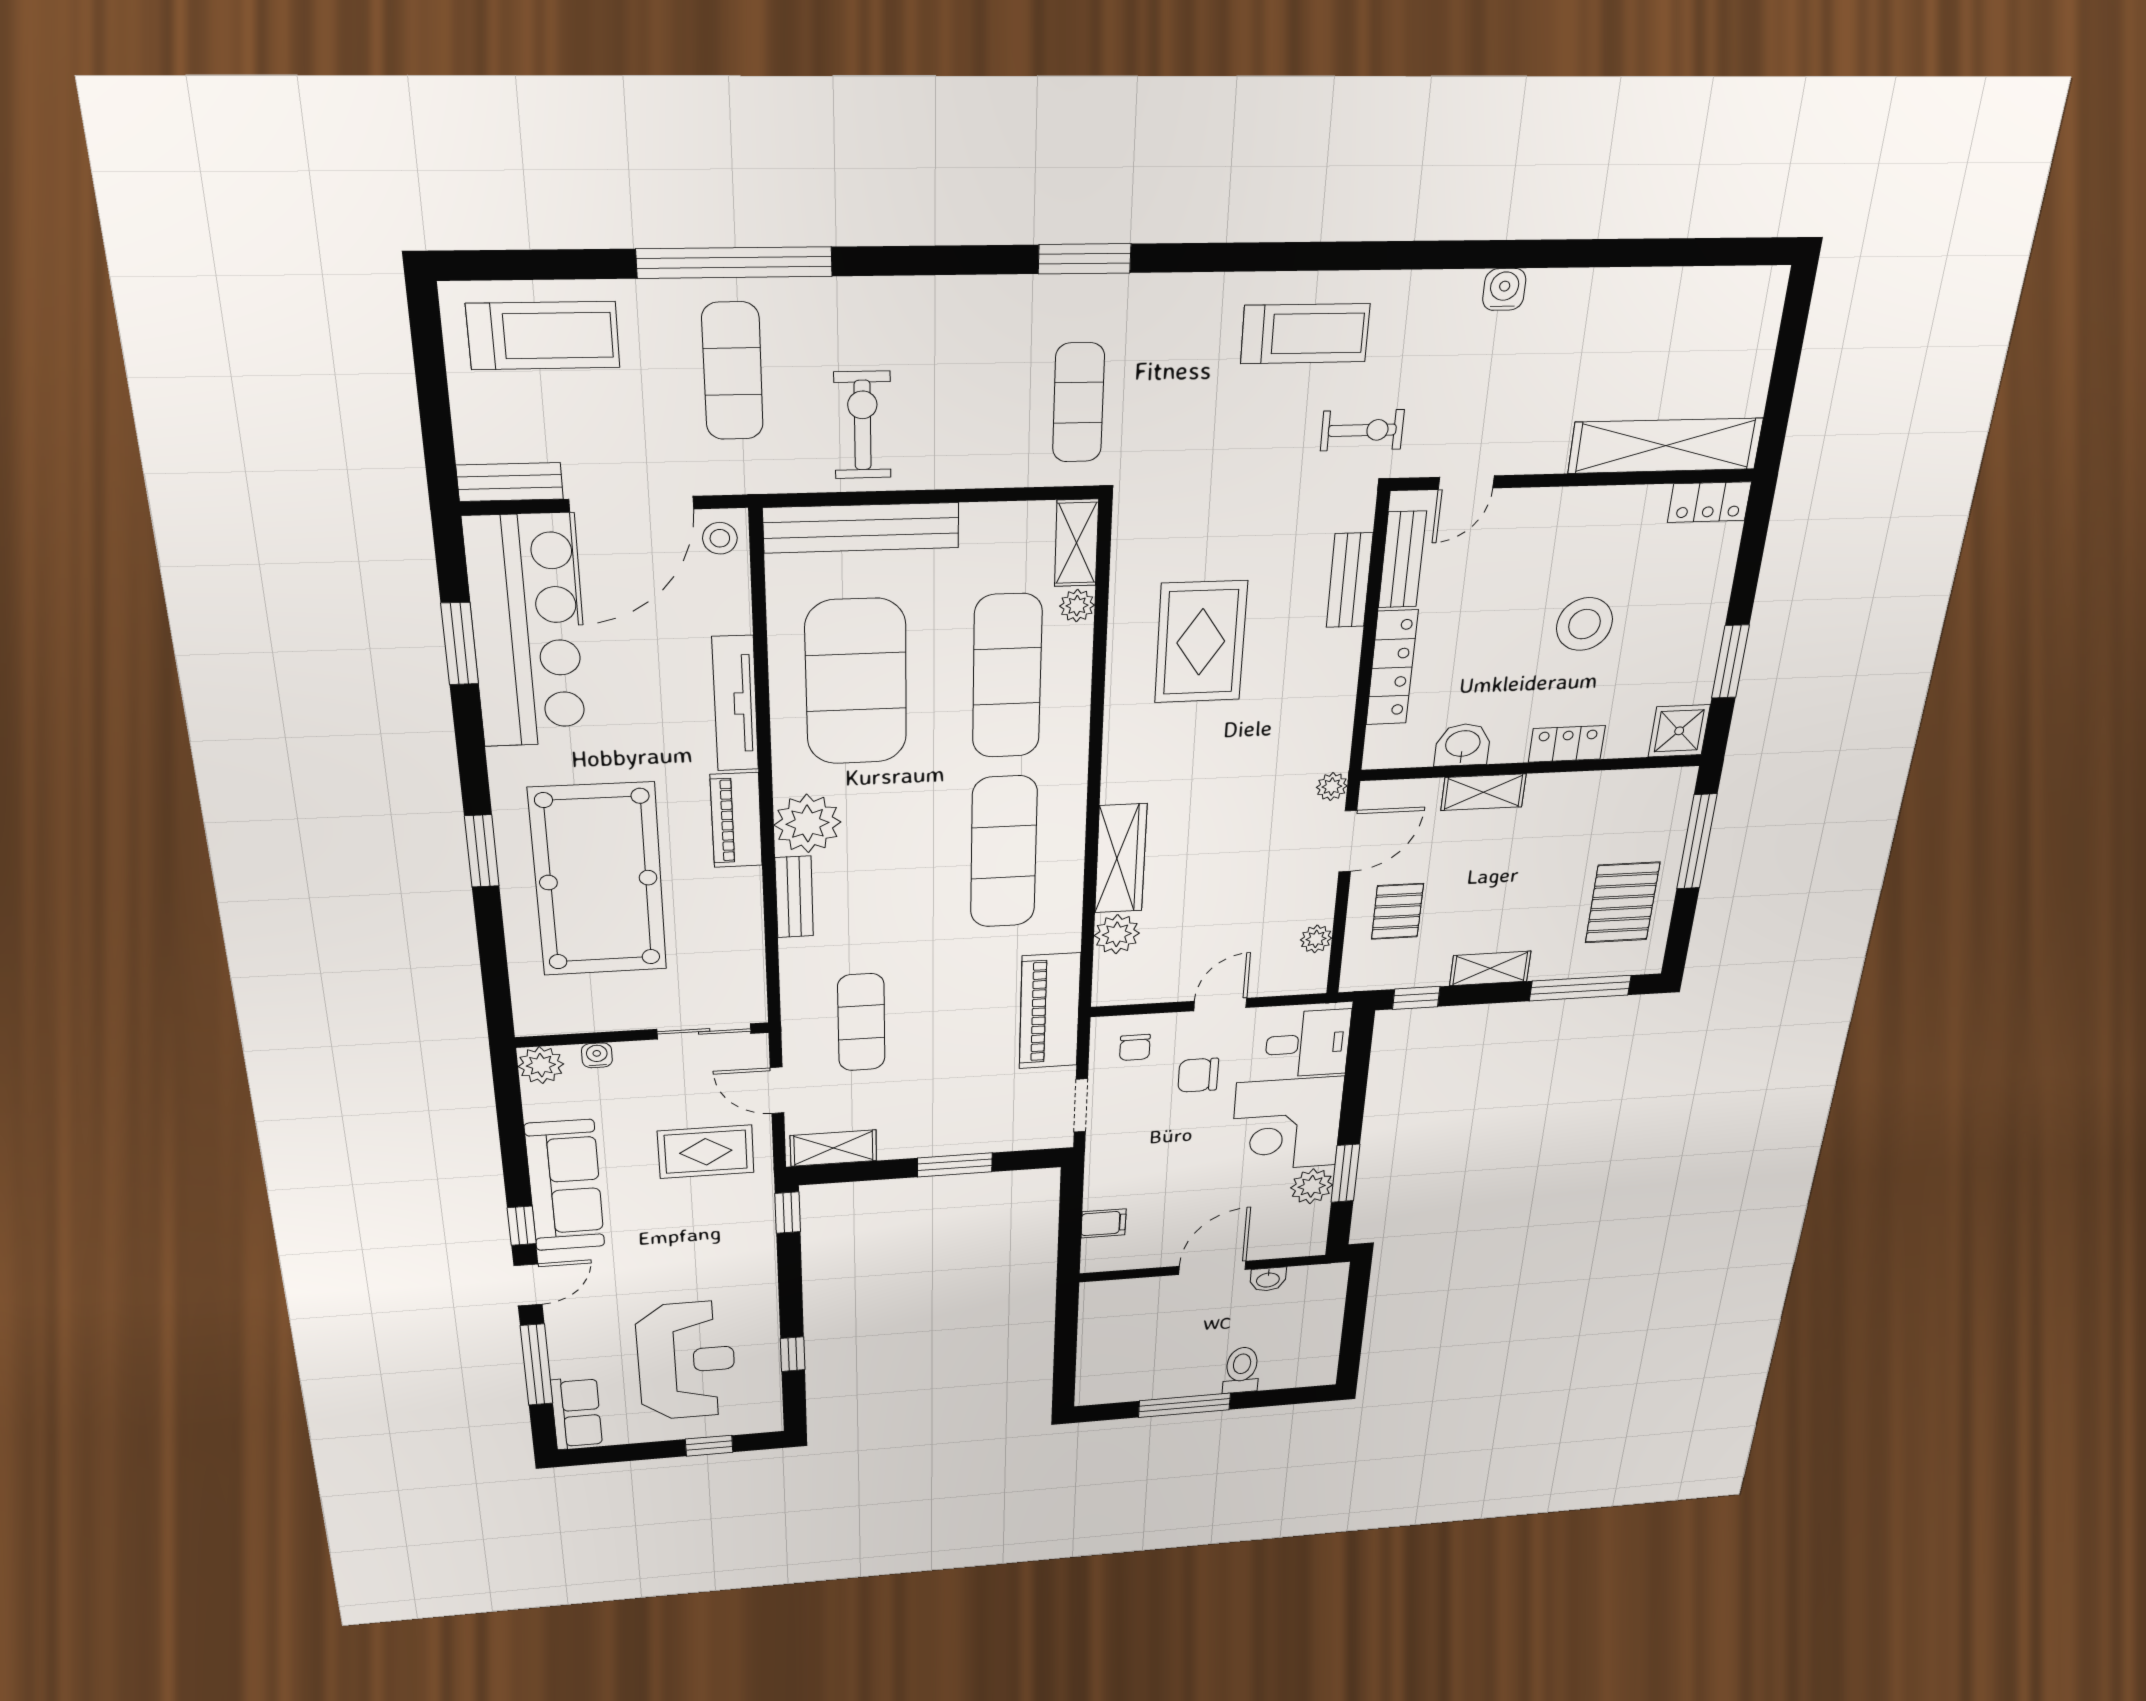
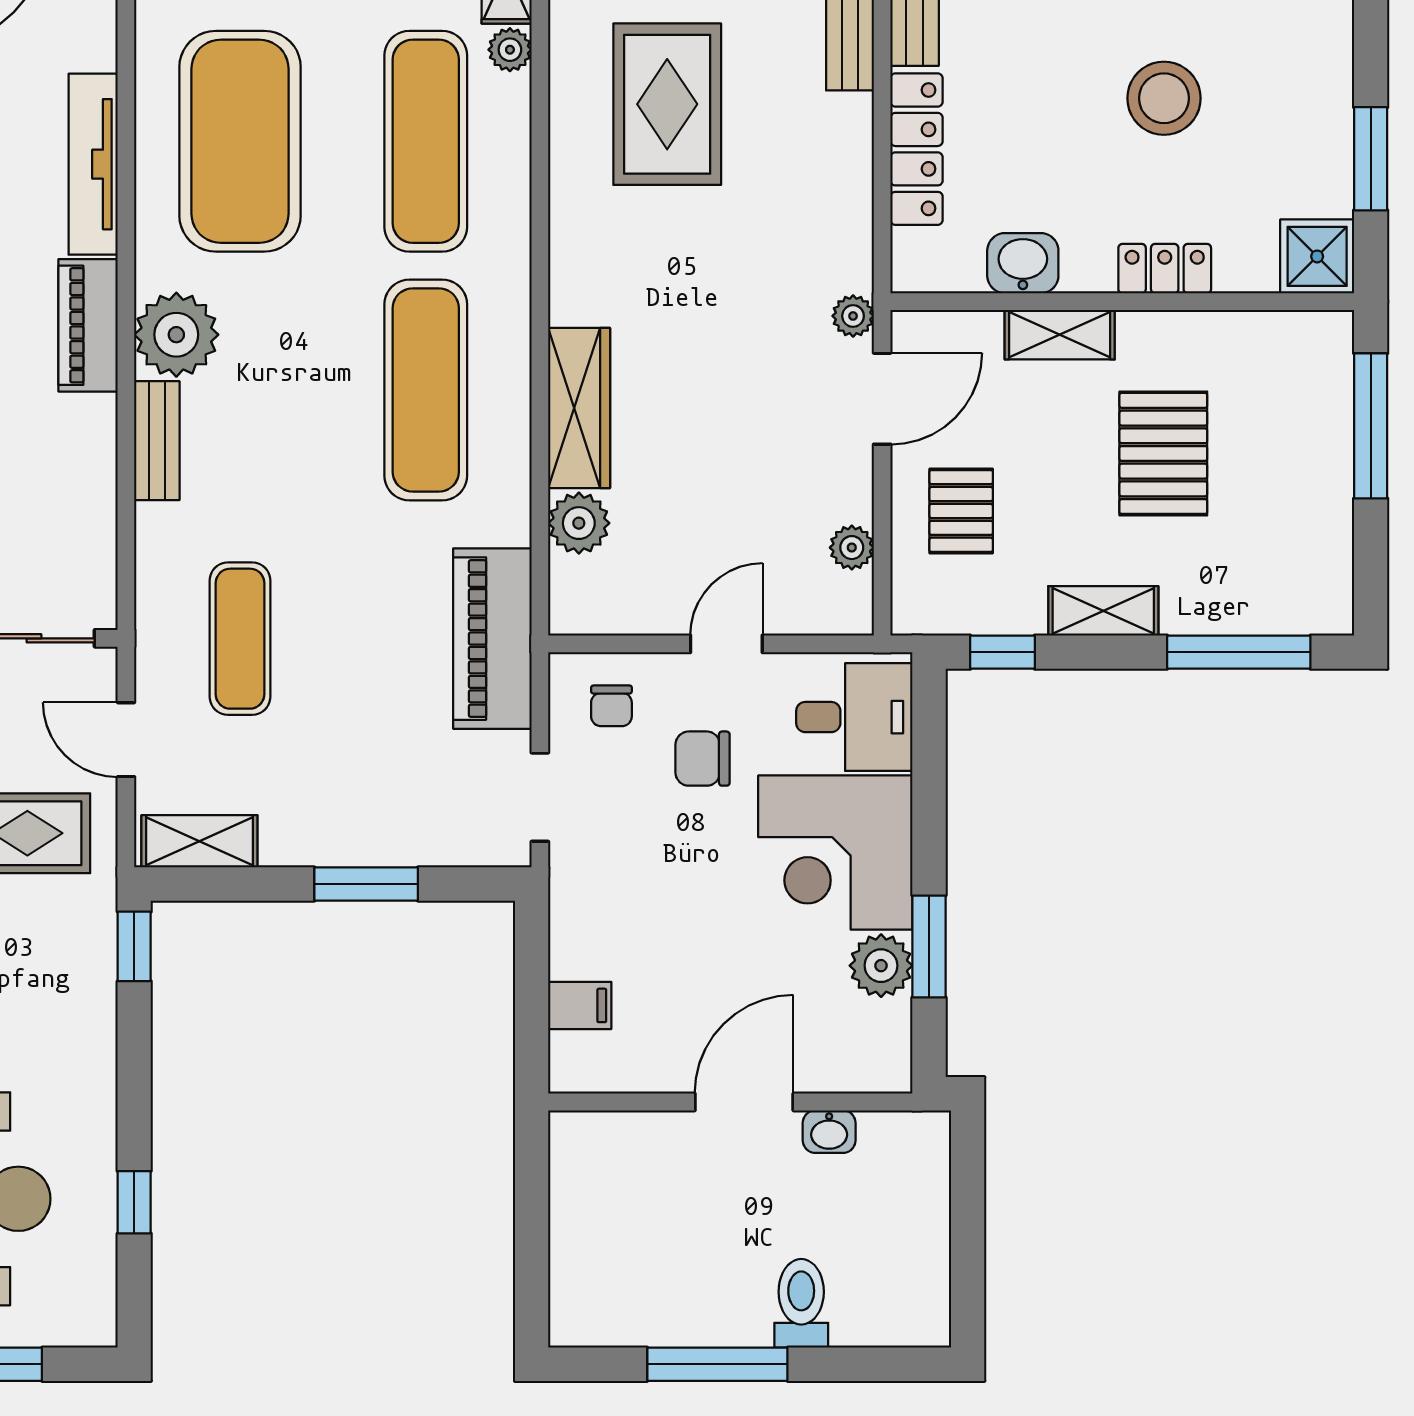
pallet: (1623, 903) -> (1163, 453), moved

